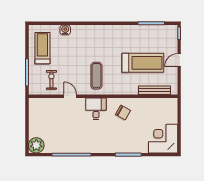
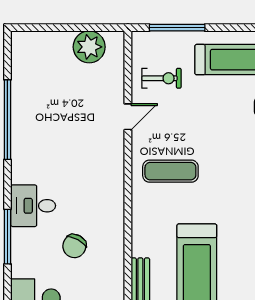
desk: (96, 109) -> (33, 206), moved, turned 180
chair: (123, 112) -> (74, 246), moved
plant: (36, 145) -> (89, 47), moved

